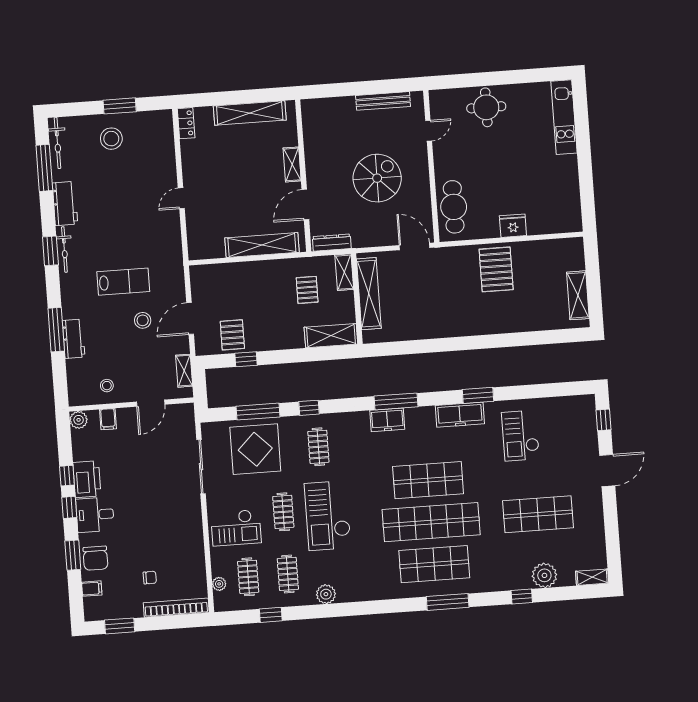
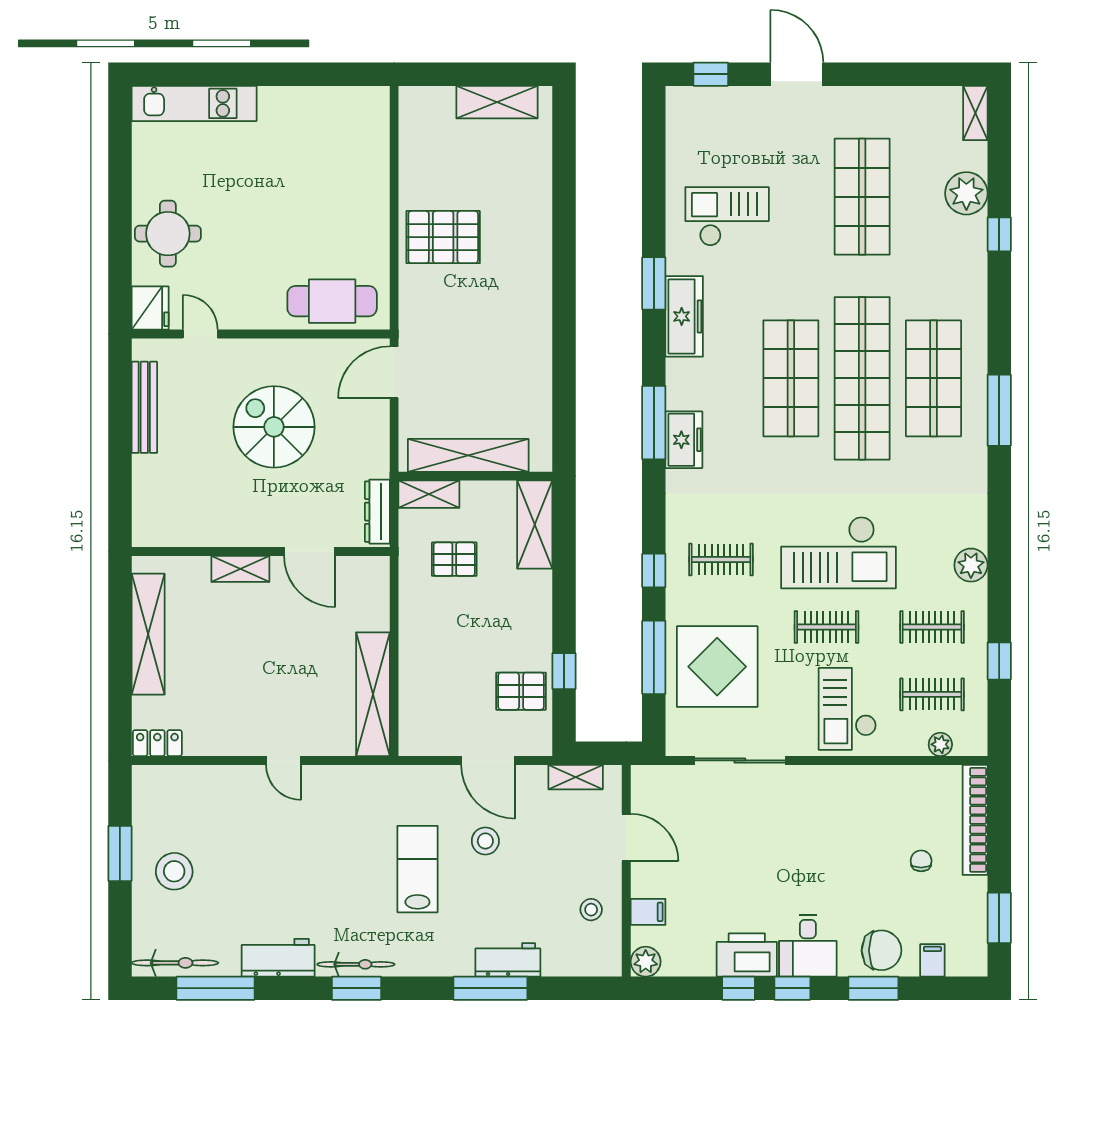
fridge: (513, 226) -> (150, 308), moved, turned 180
shelving: (262, 245) -> (373, 694), moved
checkout: (521, 436) -> (727, 216), turned 180
checkout: (236, 528) -> (847, 709), turned 180
window: (448, 602) -> (999, 410), moved

